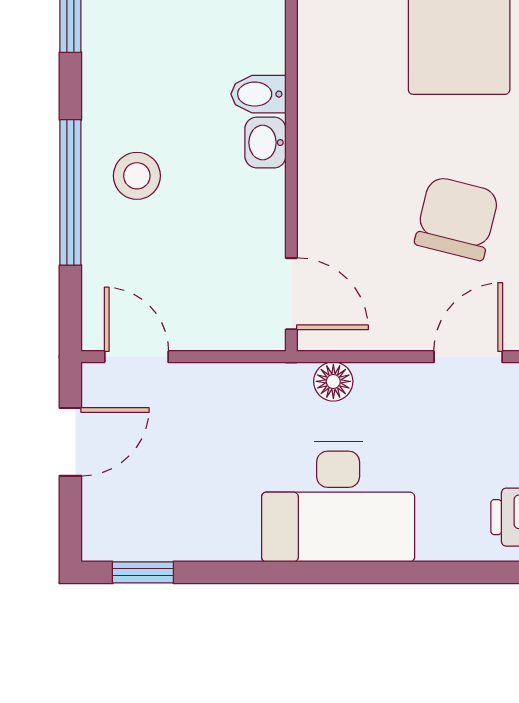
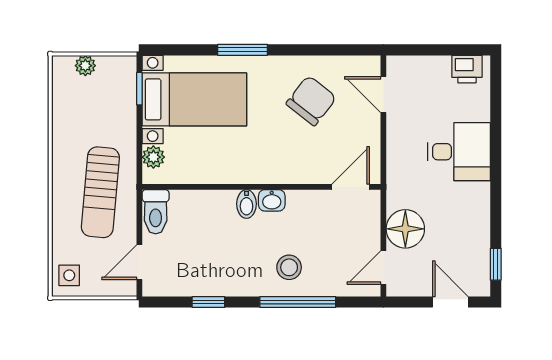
chair: (457, 218) -> (311, 101), turned 114
floor lamp: (333, 381) -> (405, 229), moved, width x1.89, depth x1.89
door: (70, 442) -> (450, 302), moved
desk: (338, 502) -> (459, 152), width x0.73

